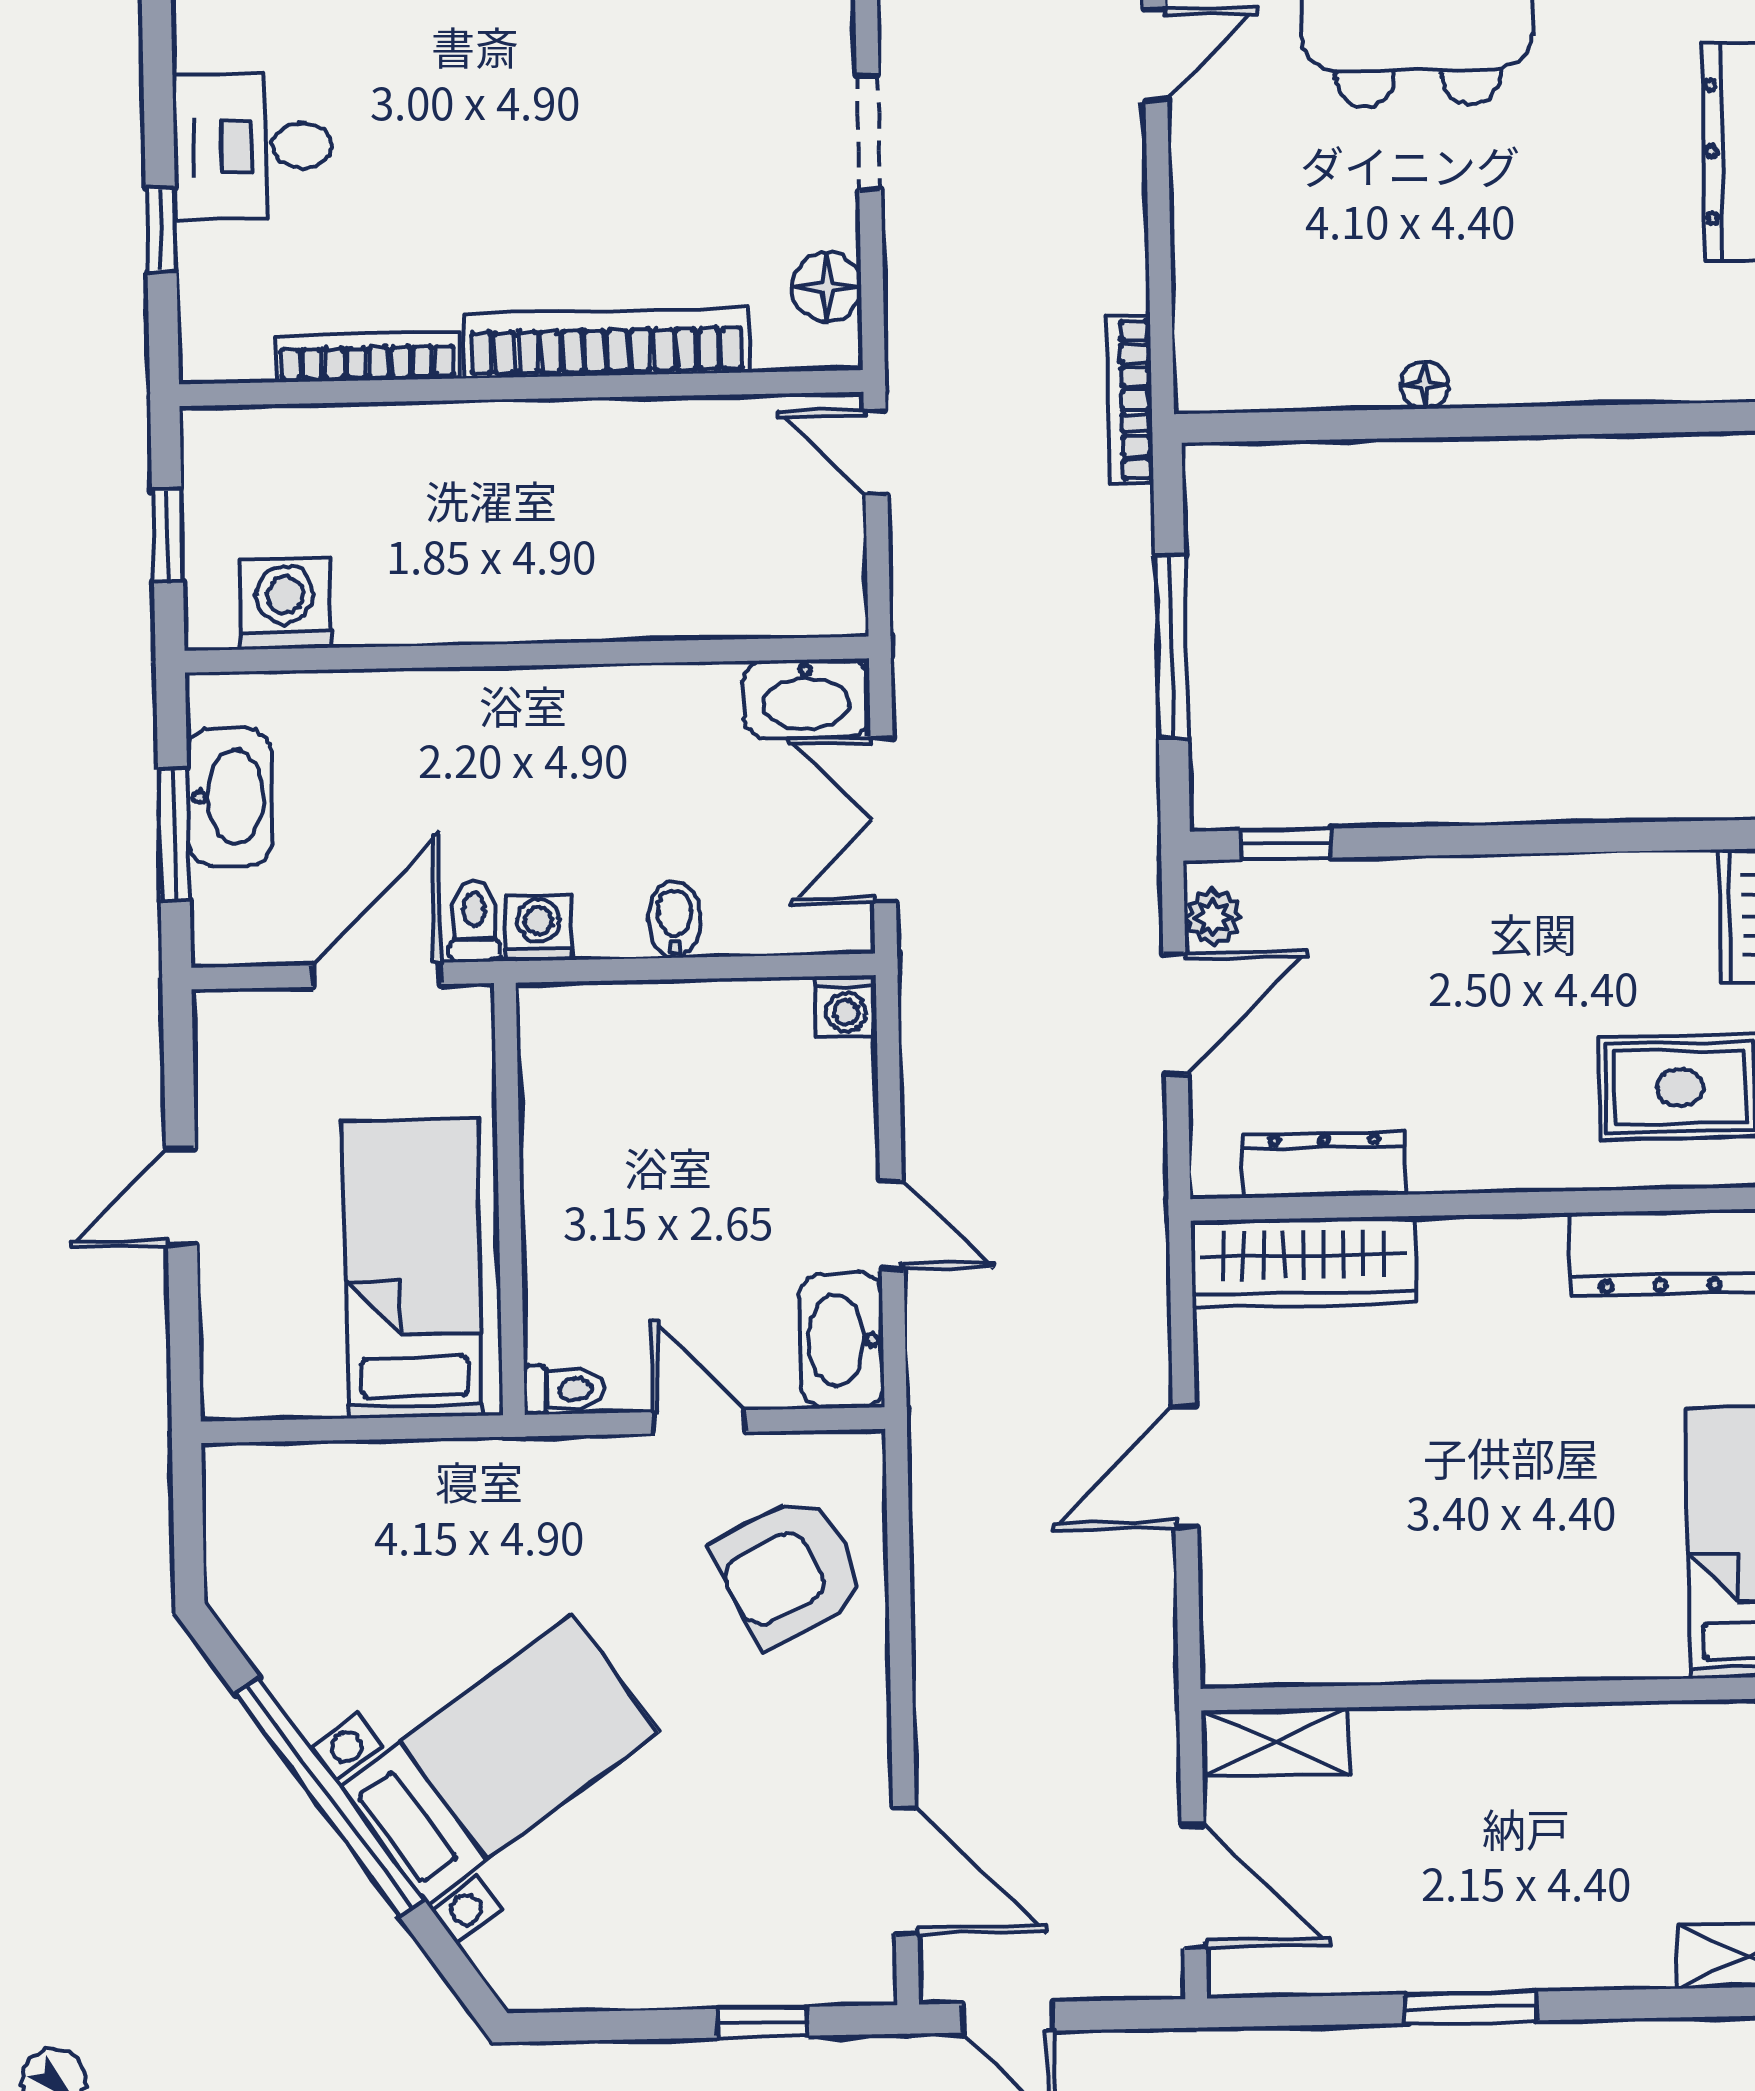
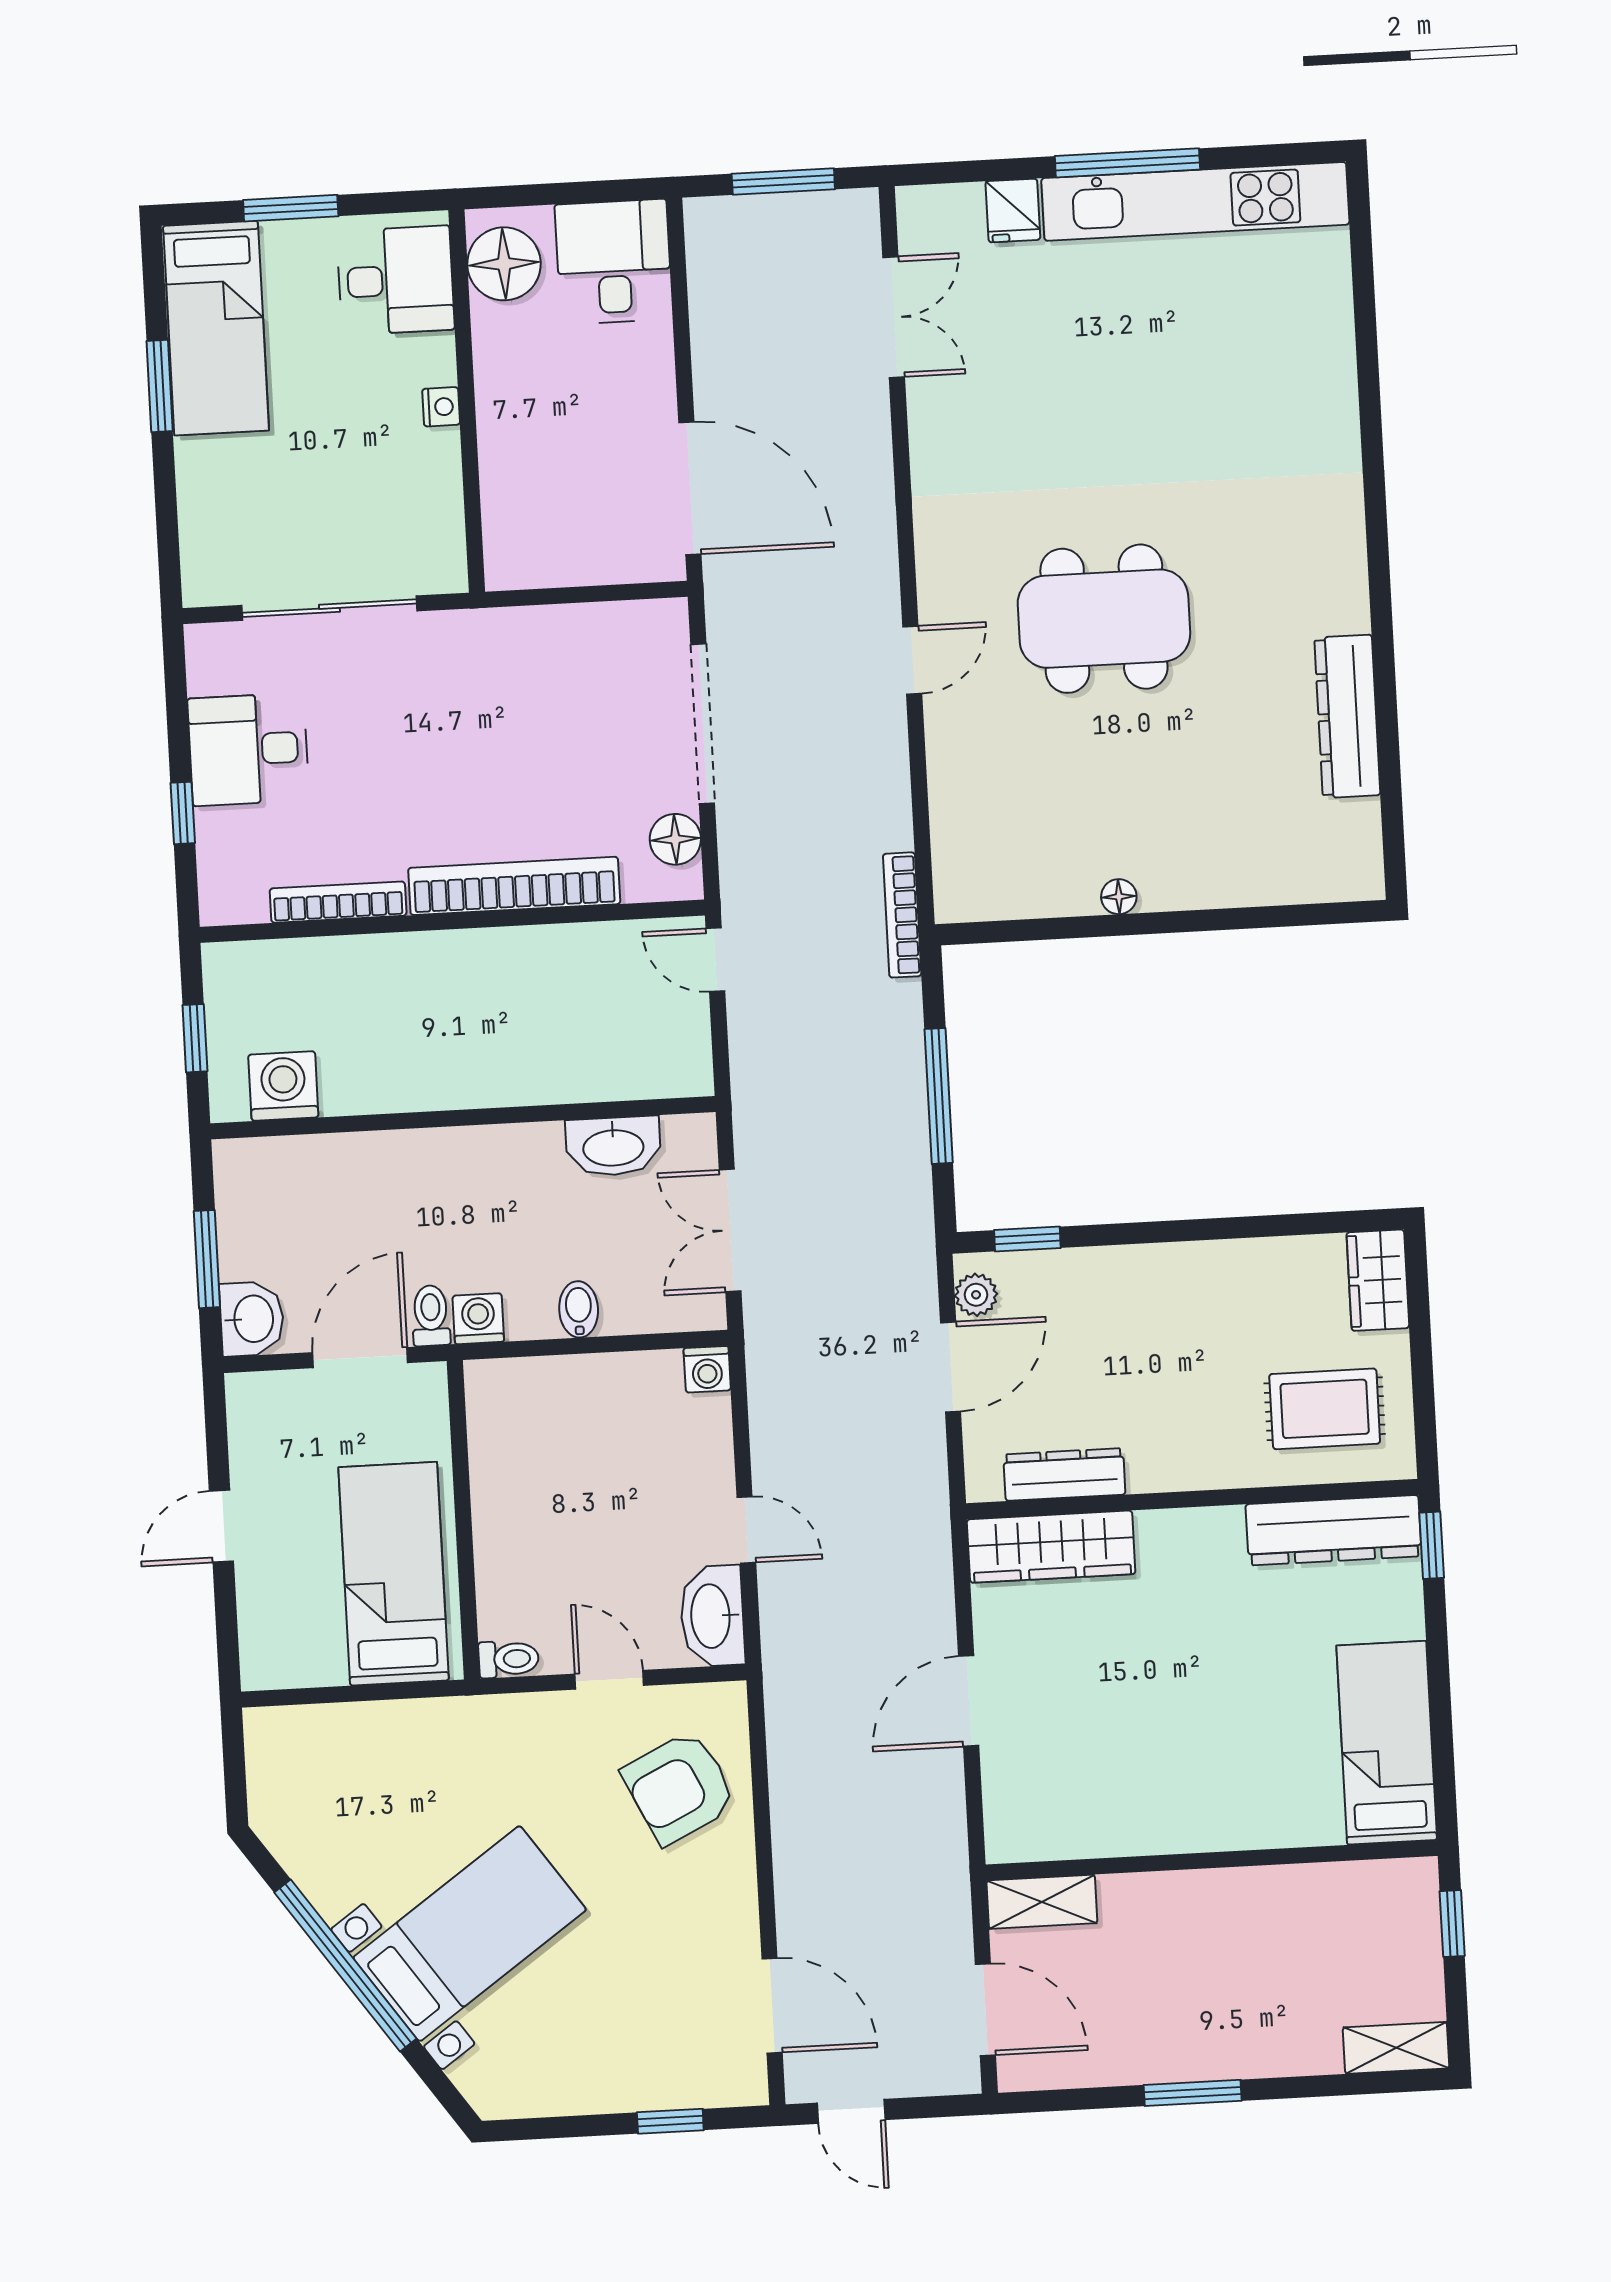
doorway: (869, 132) -> (703, 724), width x1.88
washbasin: (806, 698) -> (613, 1146), moved
washbasin: (229, 797) -> (252, 1319), moved, width x0.72

